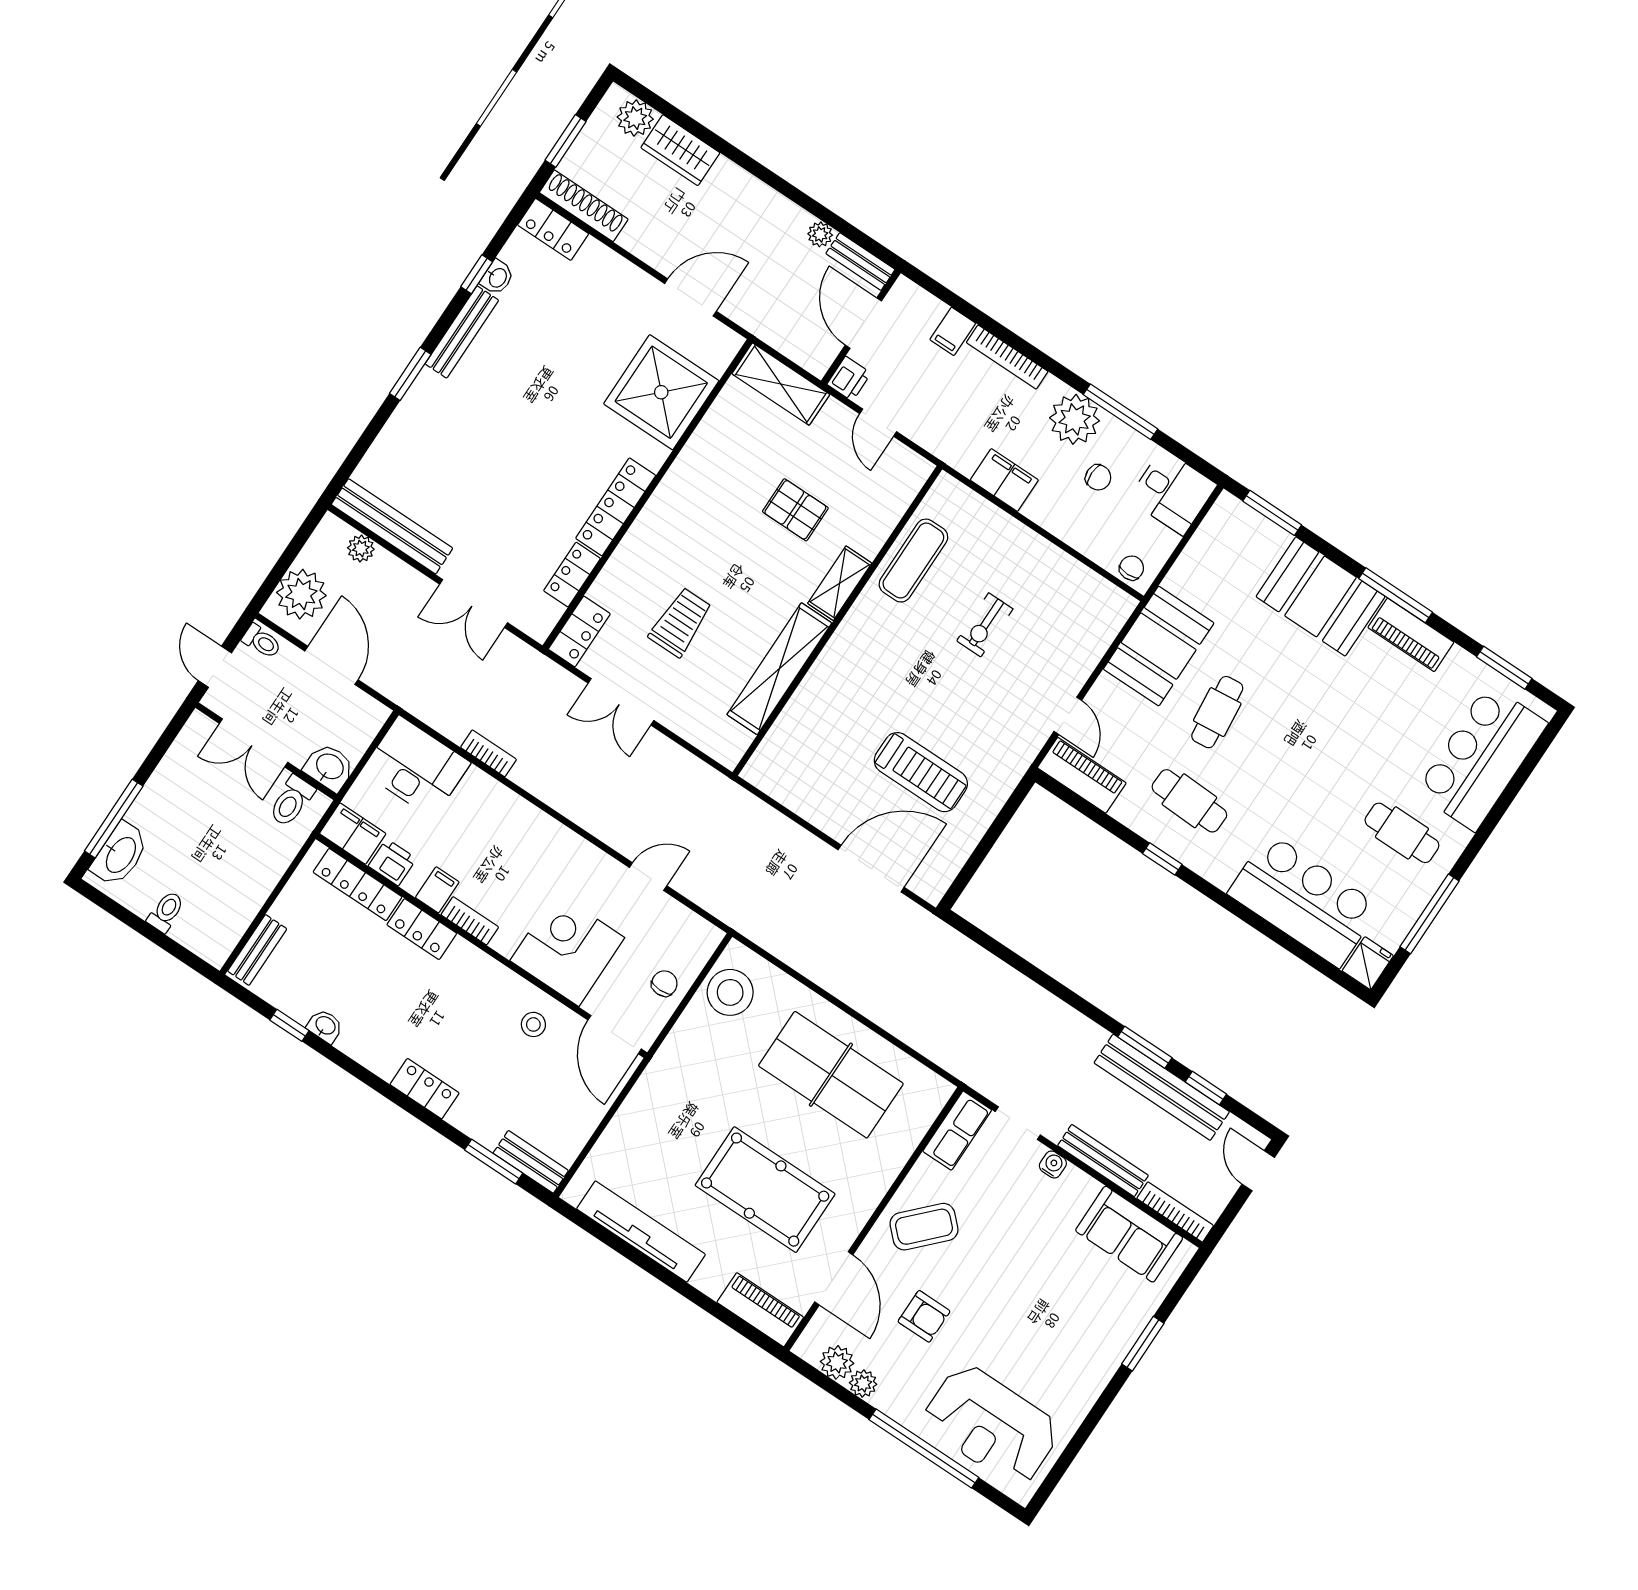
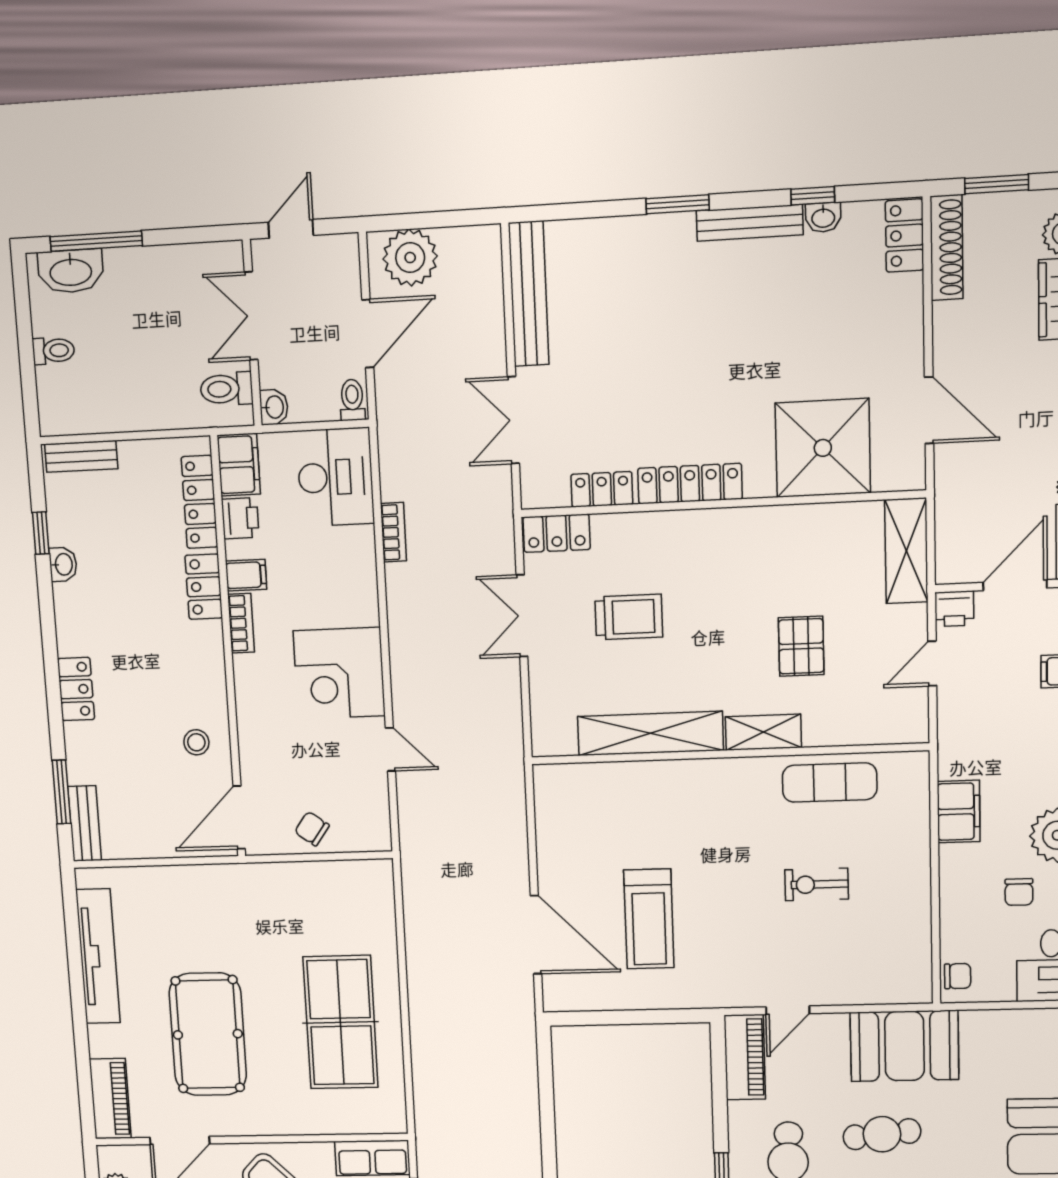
plant: (361, 549) -> (489, 281), removed
toilet: (262, 641) -> (352, 400), moved, turned 180
washbasin: (329, 767) -> (274, 407), width x0.72, depth x0.69
corner desk: (567, 949) -> (339, 673), moved, turned 180
chair: (664, 984) -> (312, 829), turned -144
stool: (730, 992) -> (346, 890), removed

